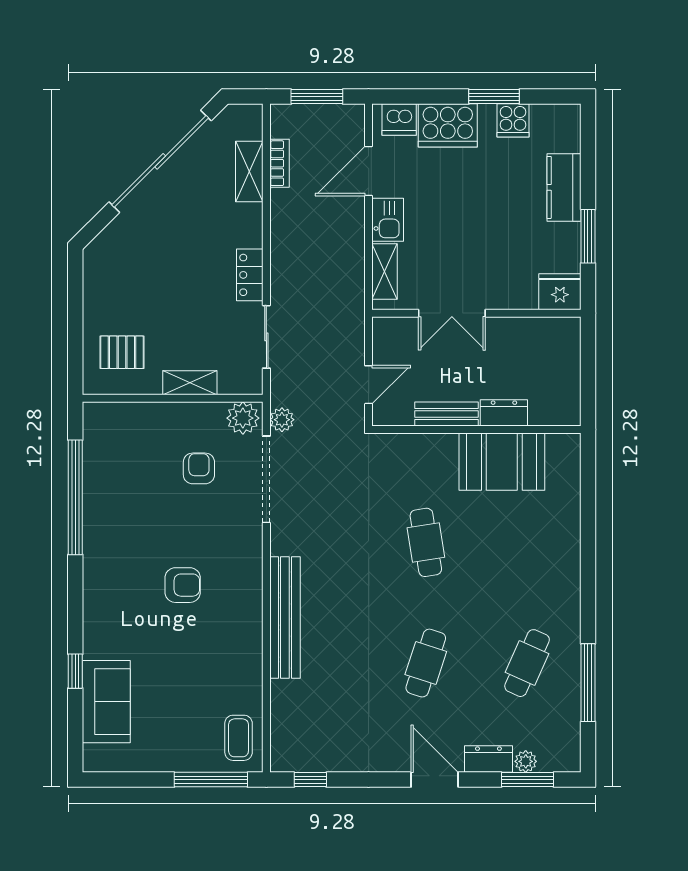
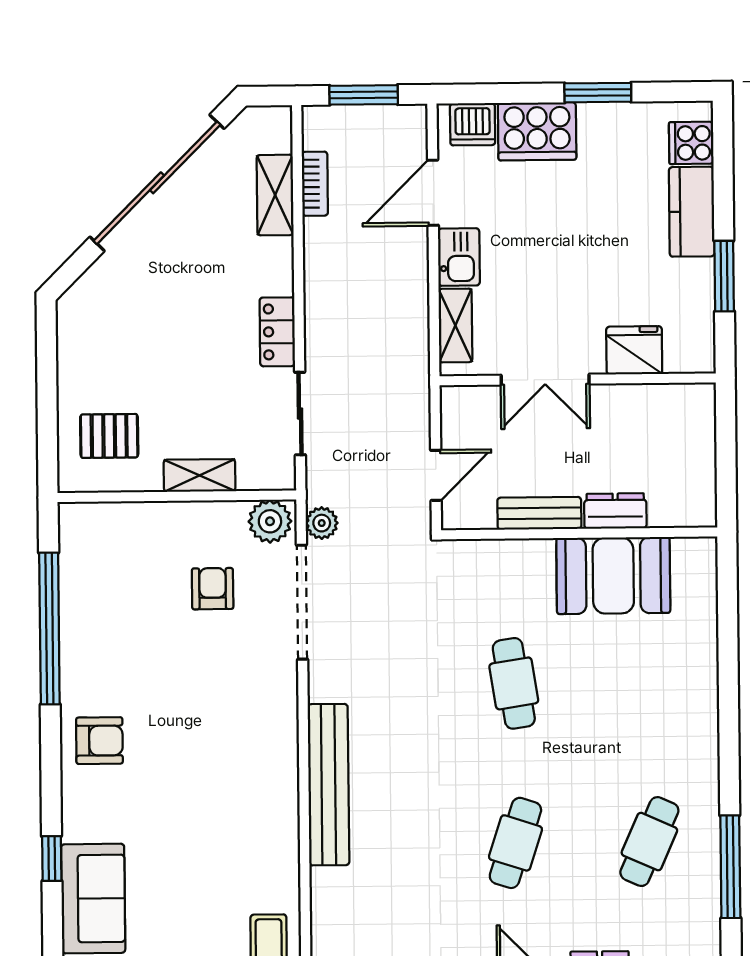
cooker: (513, 120) -> (691, 143), moved, turned 90
fridge: (560, 292) -> (634, 350), moved
armchair: (183, 585) -> (99, 741), moved

